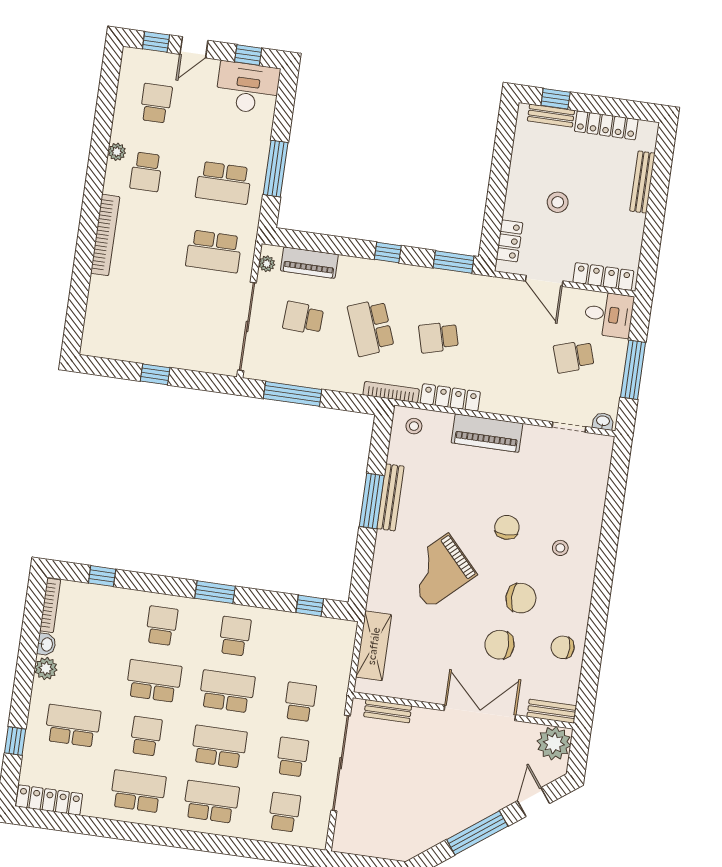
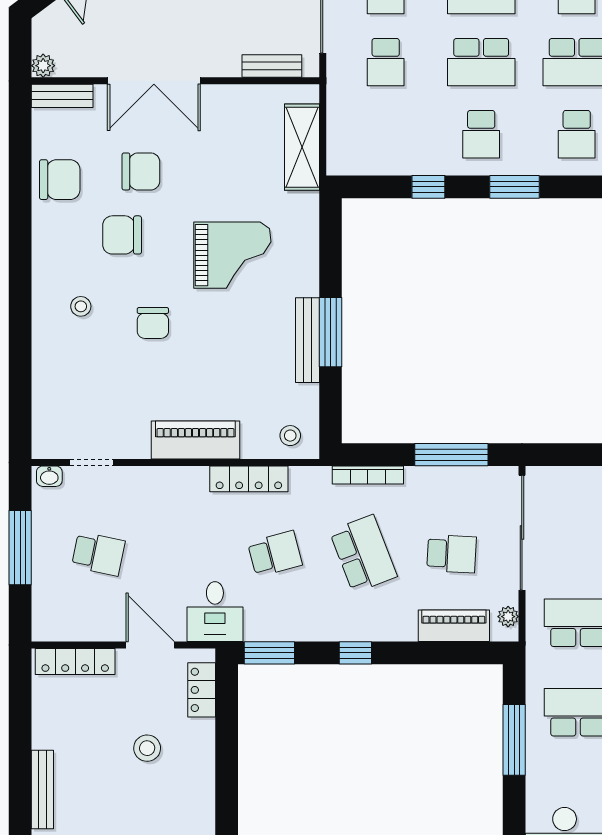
desk: (609, 315) -> (215, 612), moved, turned -90
school desk: (574, 356) -> (98, 554), turned 30
bookcase: (391, 392) -> (368, 475), moved
grand piano: (439, 571) -> (232, 255), turned 43
window: (310, 606) -> (428, 187), moved
chair: (563, 647) -> (60, 180), width x1.37, depth x1.37
plant: (554, 743) -> (43, 66), width x0.53, depth x0.53

